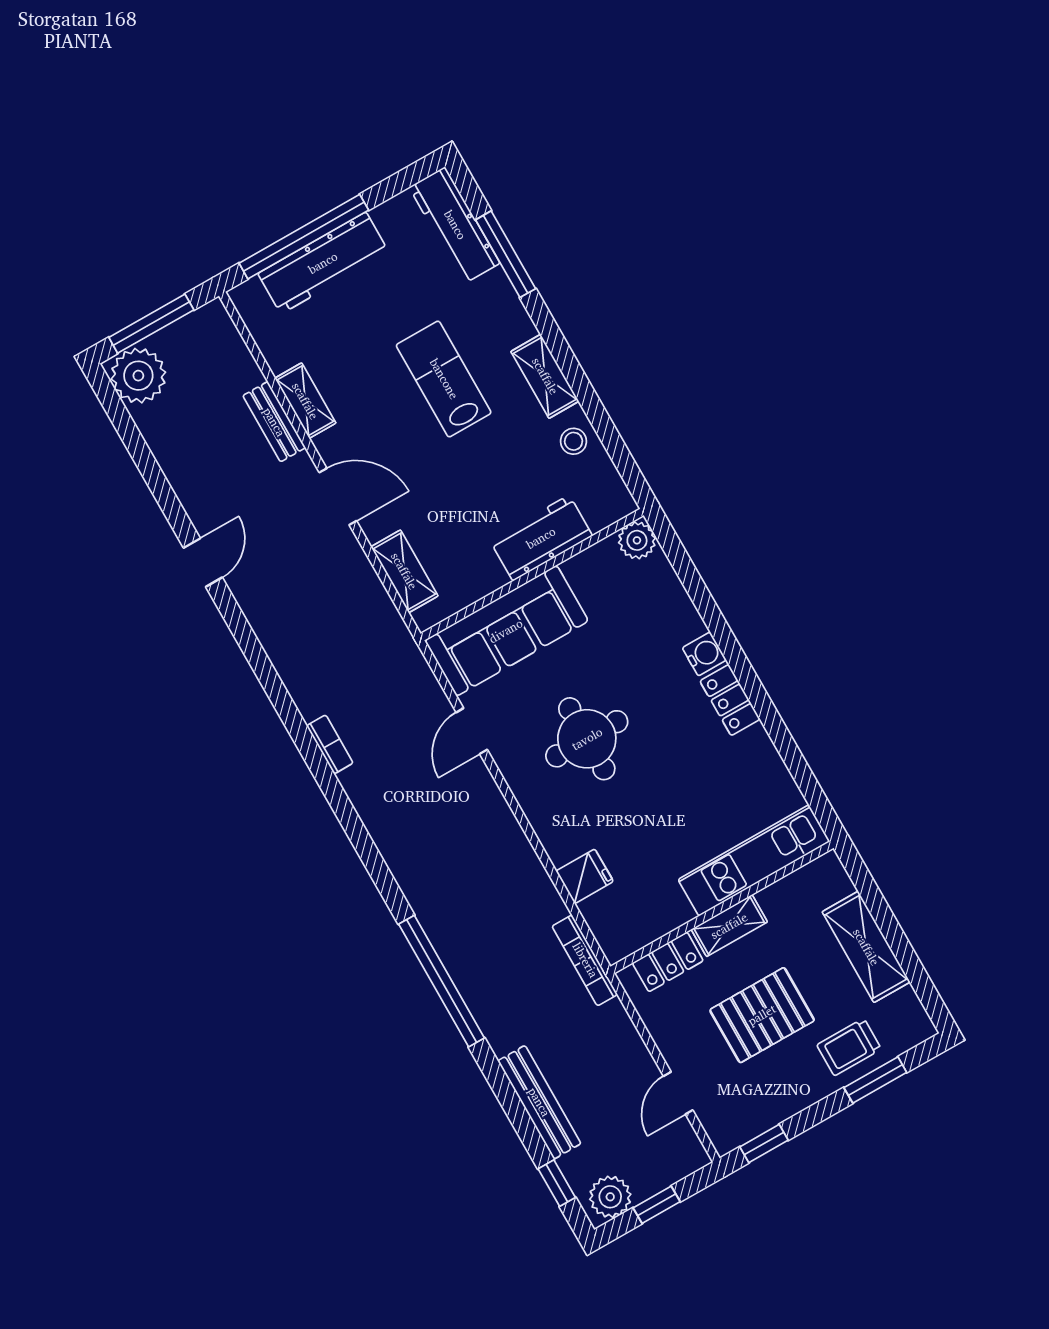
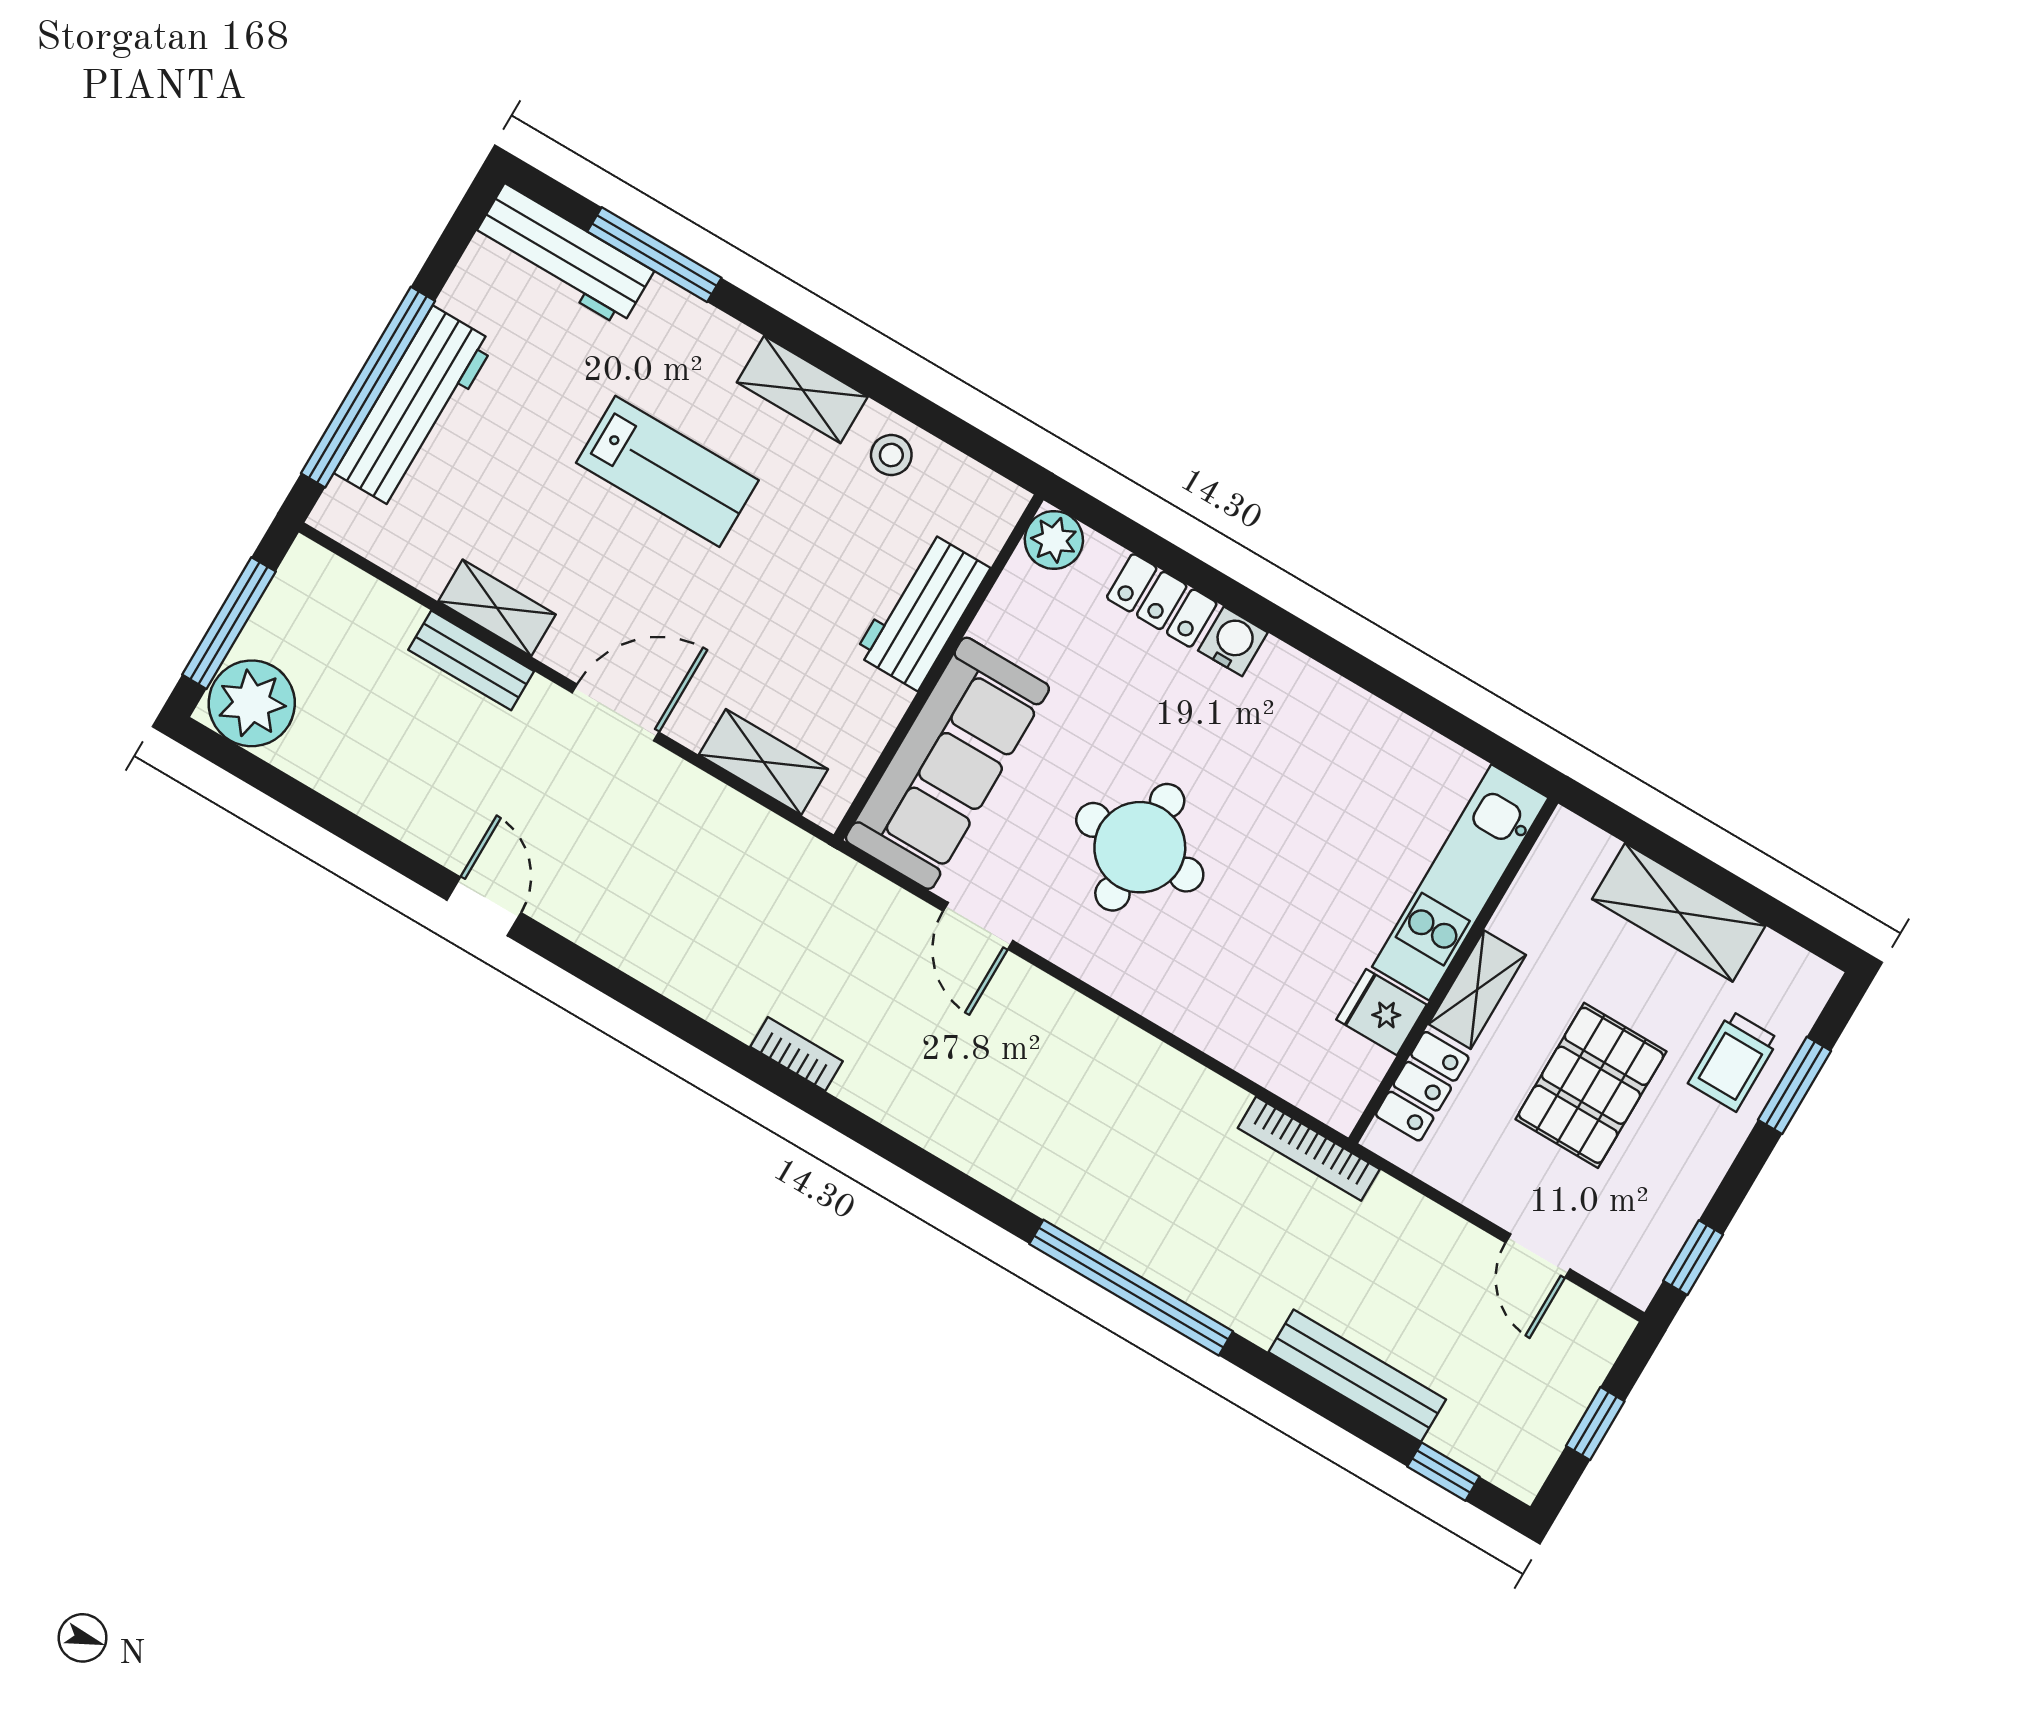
lab bench: (444, 379) -> (667, 471), turned 180
locker: (730, 700) -> (1162, 600), moved
fridge: (585, 876) -> (1381, 1012), moved, turned -90
plant: (610, 1197) -> (1526, 1449), removed

